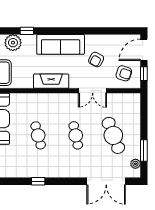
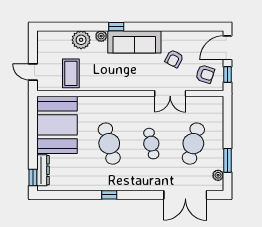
window: (27, 31) -> (116, 27), moved
plant: (31, 39) -> (101, 36), added
fireplace: (51, 81) -> (124, 83), removed
cafe table: (38, 135) -> (109, 144), width x1.37, depth x1.35
cafe table: (113, 135) -> (193, 144), turned 36

